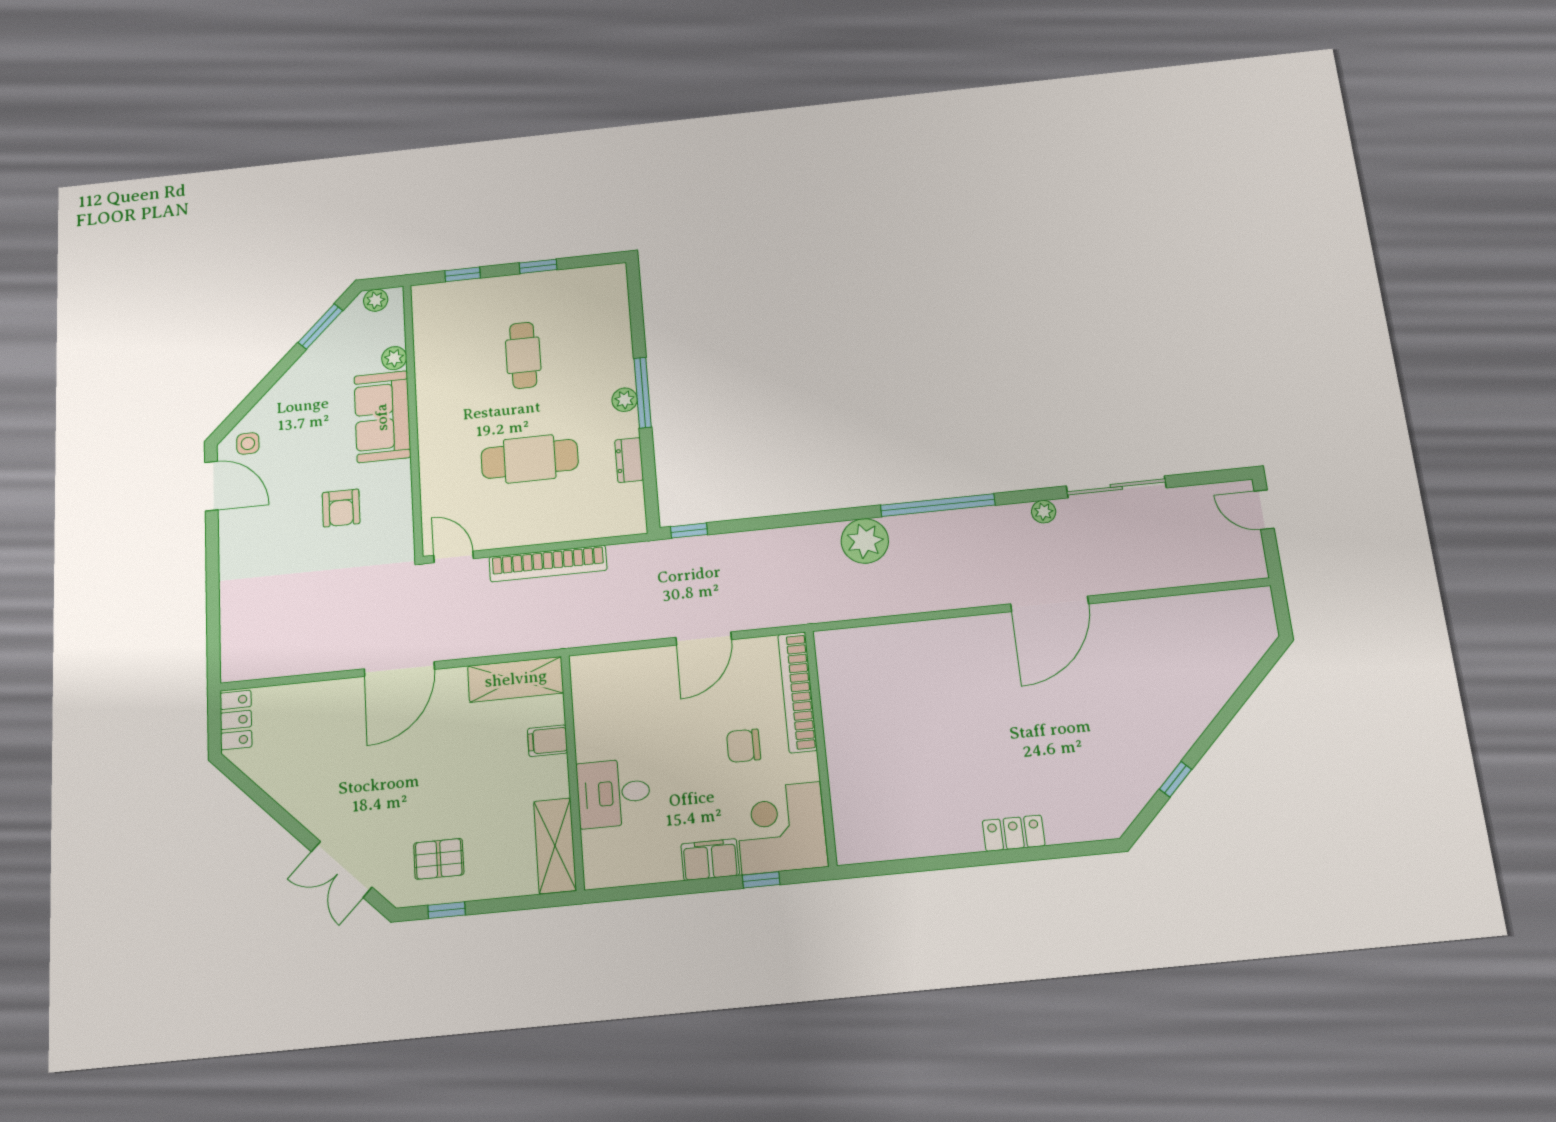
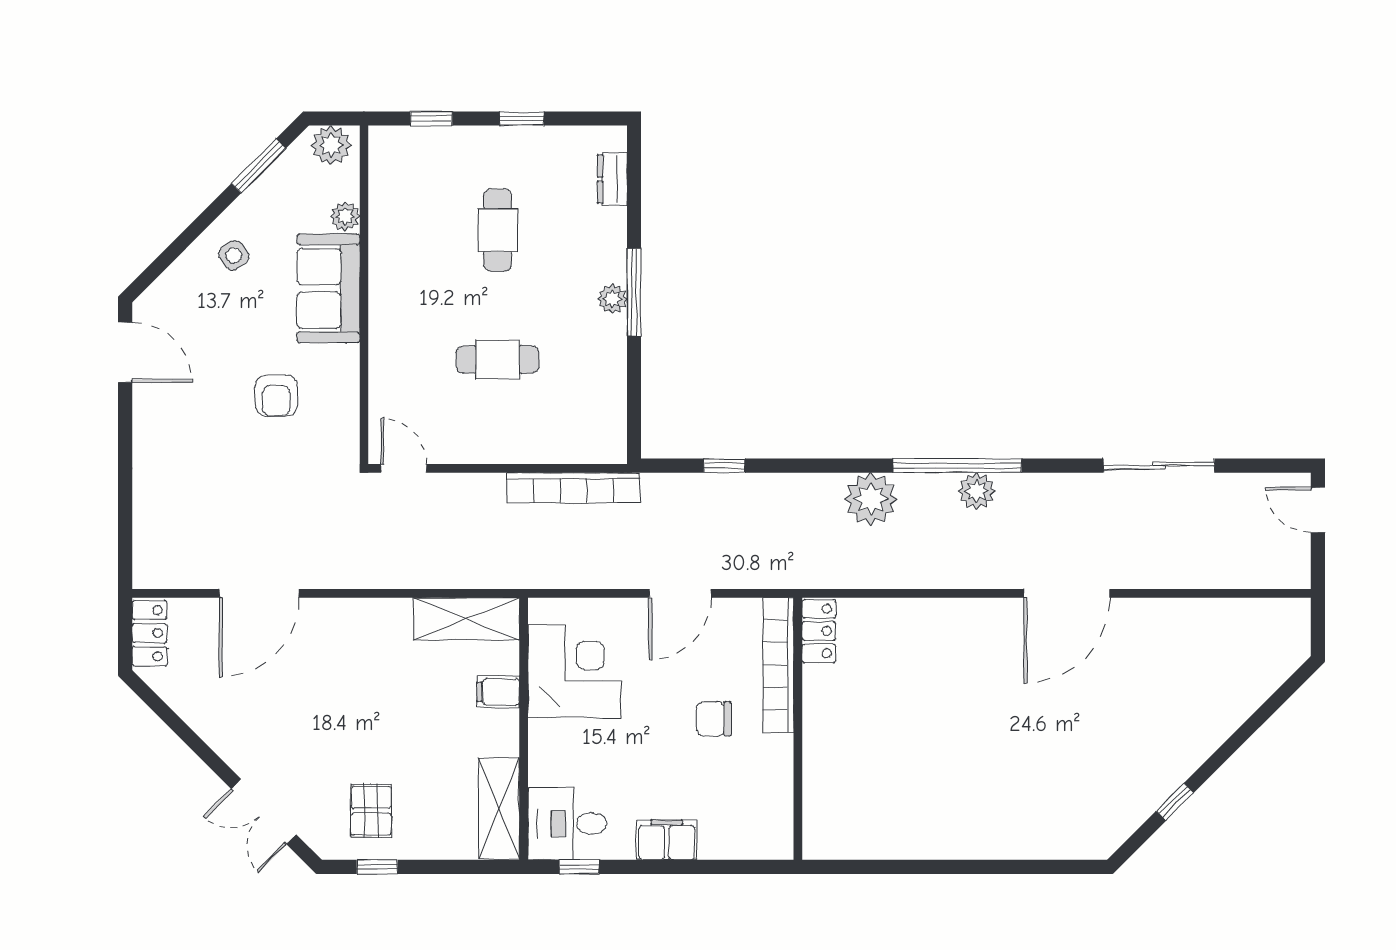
plant: (376, 300) -> (331, 145), width x1.38, depth x1.38
side table: (248, 443) -> (234, 255), moved, turned -34
cafe table: (530, 459) -> (498, 360), width x0.73, depth x0.74
dresser: (629, 460) -> (612, 179), moved
plant: (1044, 512) -> (977, 491), moved, width x1.38, depth x1.38
window: (689, 531) -> (724, 466), moved
bookcase: (548, 564) -> (573, 488), moved
door: (399, 669) -> (259, 593), moved
desk: (614, 793) -> (567, 824), moved
corner desk: (781, 828) -> (575, 671), moved, turned 90
locker: (1014, 833) -> (819, 631), moved, turned 90
pallet: (439, 859) -> (371, 811), turned 90
window: (761, 880) -> (579, 867), moved

